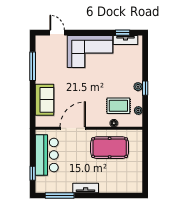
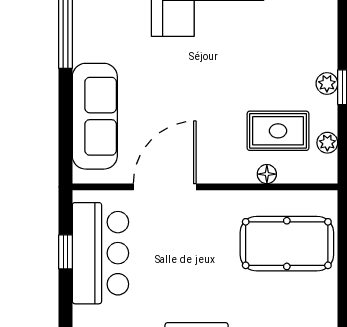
sofa: (45, 100) -> (95, 116), width x1.36
pool table: (110, 148) -> (287, 244), moved
window: (33, 173) -> (65, 252), moved

